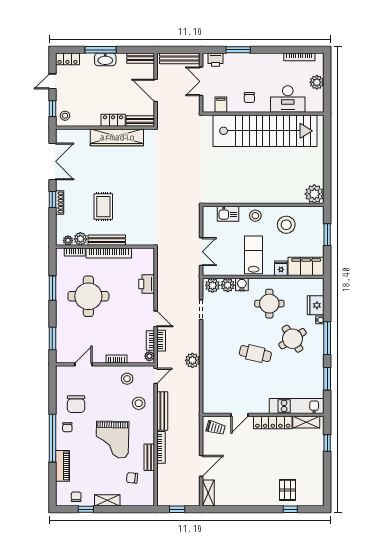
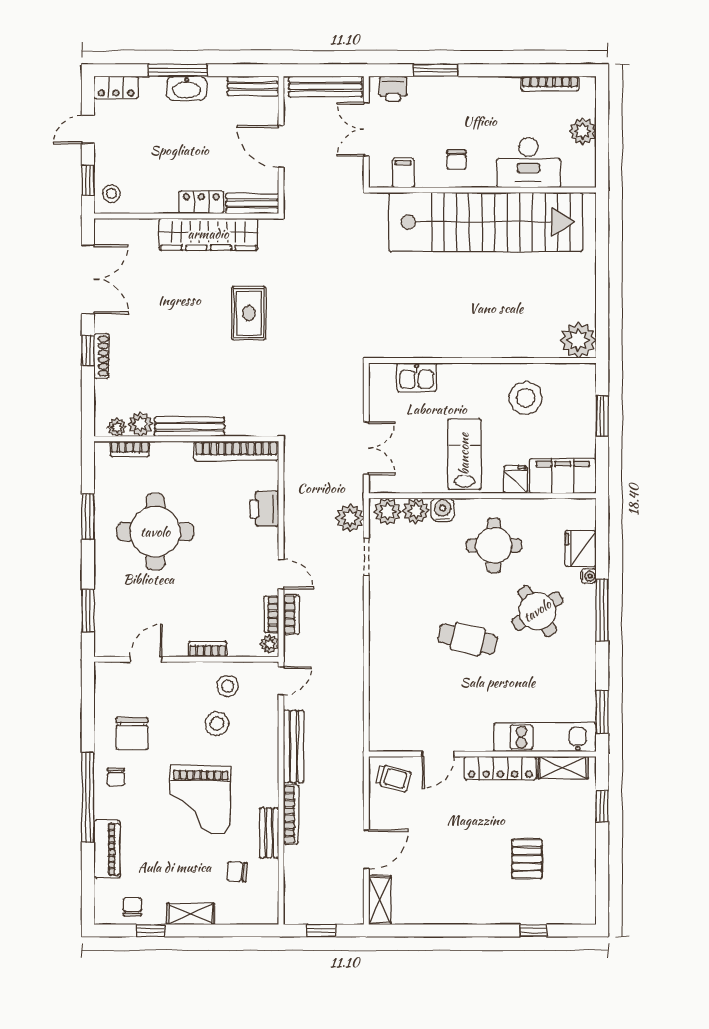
rug: (103, 207) -> (249, 313), moved
stool: (255, 216) -> (468, 381), removed
bookcase: (109, 253) -> (236, 451), moved
plant: (192, 360) -> (350, 518), moved
window: (327, 379) -> (602, 712), moved
stool: (139, 403) -> (217, 724), moved
pallet: (288, 490) -> (527, 859), moved

